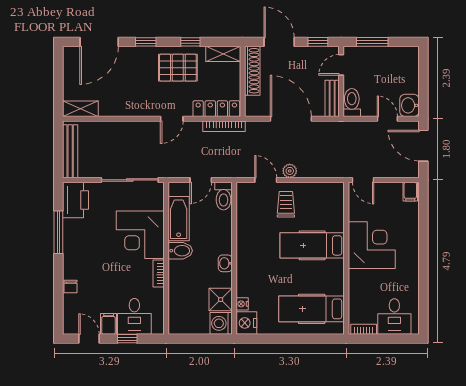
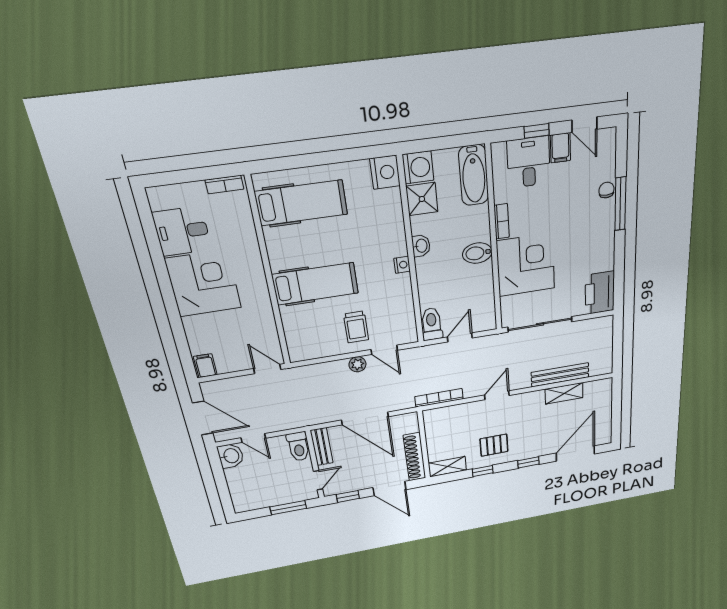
pallet: (178, 68) -> (494, 445), width x0.67, depth x0.71
shelving: (80, 109) -> (564, 393), moved
locker: (216, 109) -> (449, 414), removed
bench: (70, 151) -> (560, 375), moved, turned 90
bathtub: (179, 219) -> (474, 175), moved
window: (58, 232) -> (620, 204), moved
corner desk: (372, 245) -> (203, 283), moved, turned 180
nightstand: (242, 304) -> (402, 265), moved
desk: (394, 317) -> (182, 231), moved, turned -90

